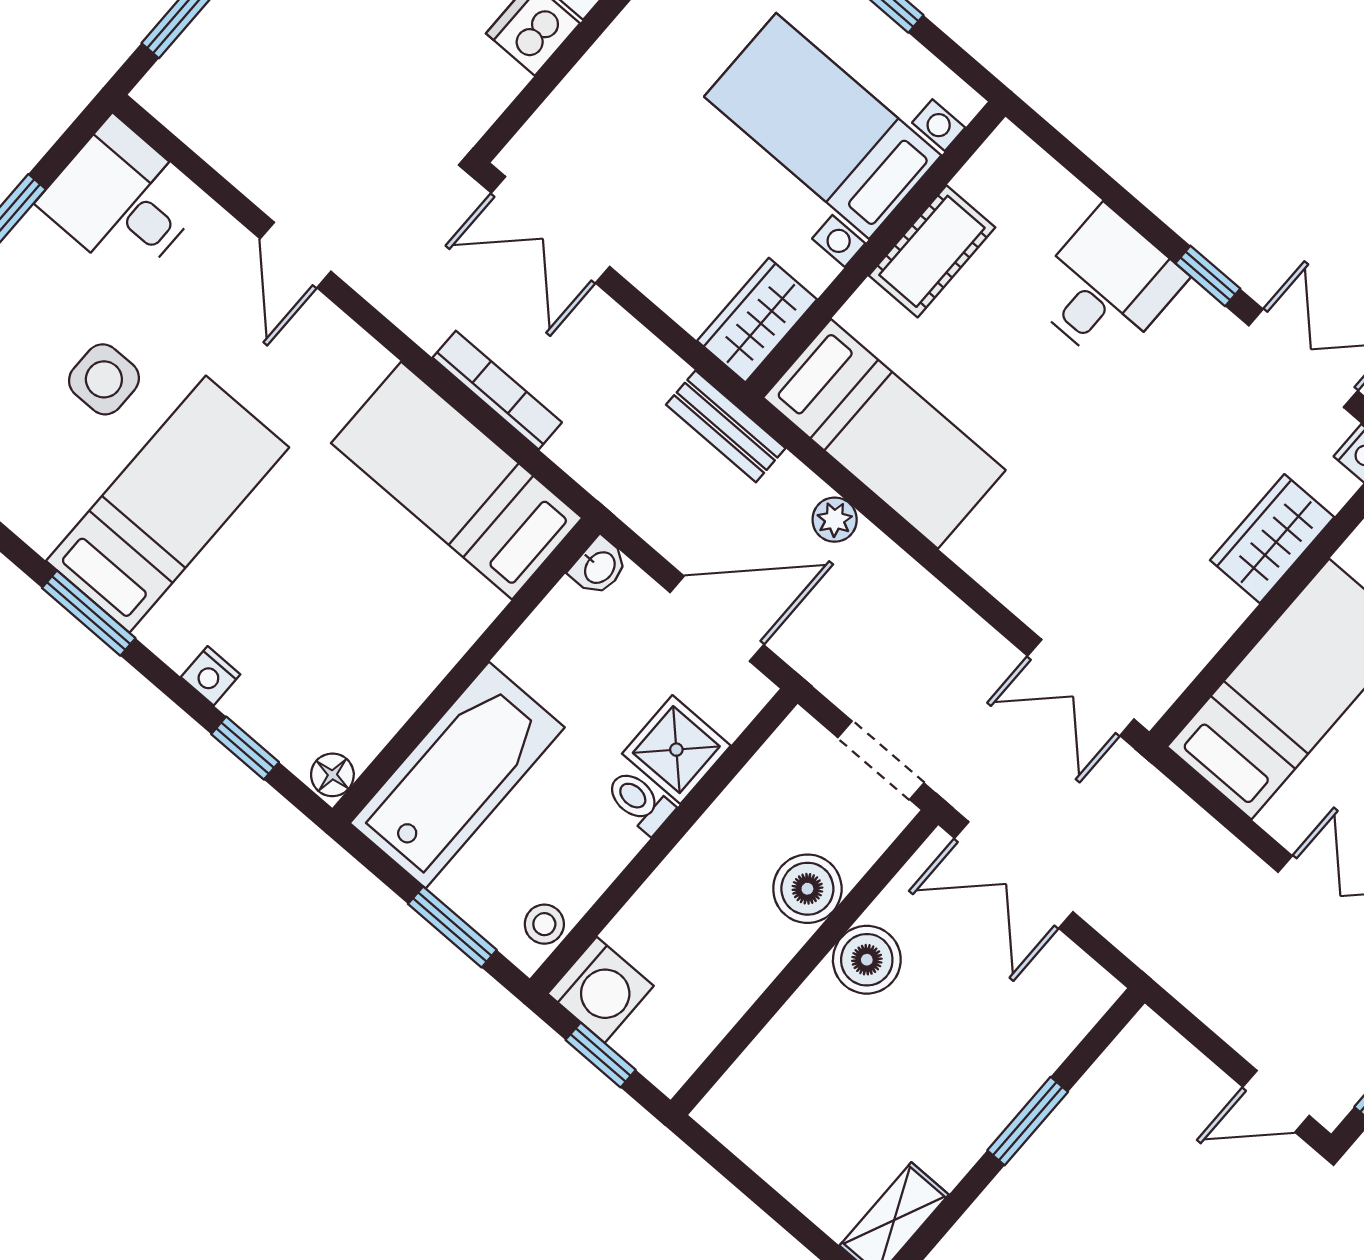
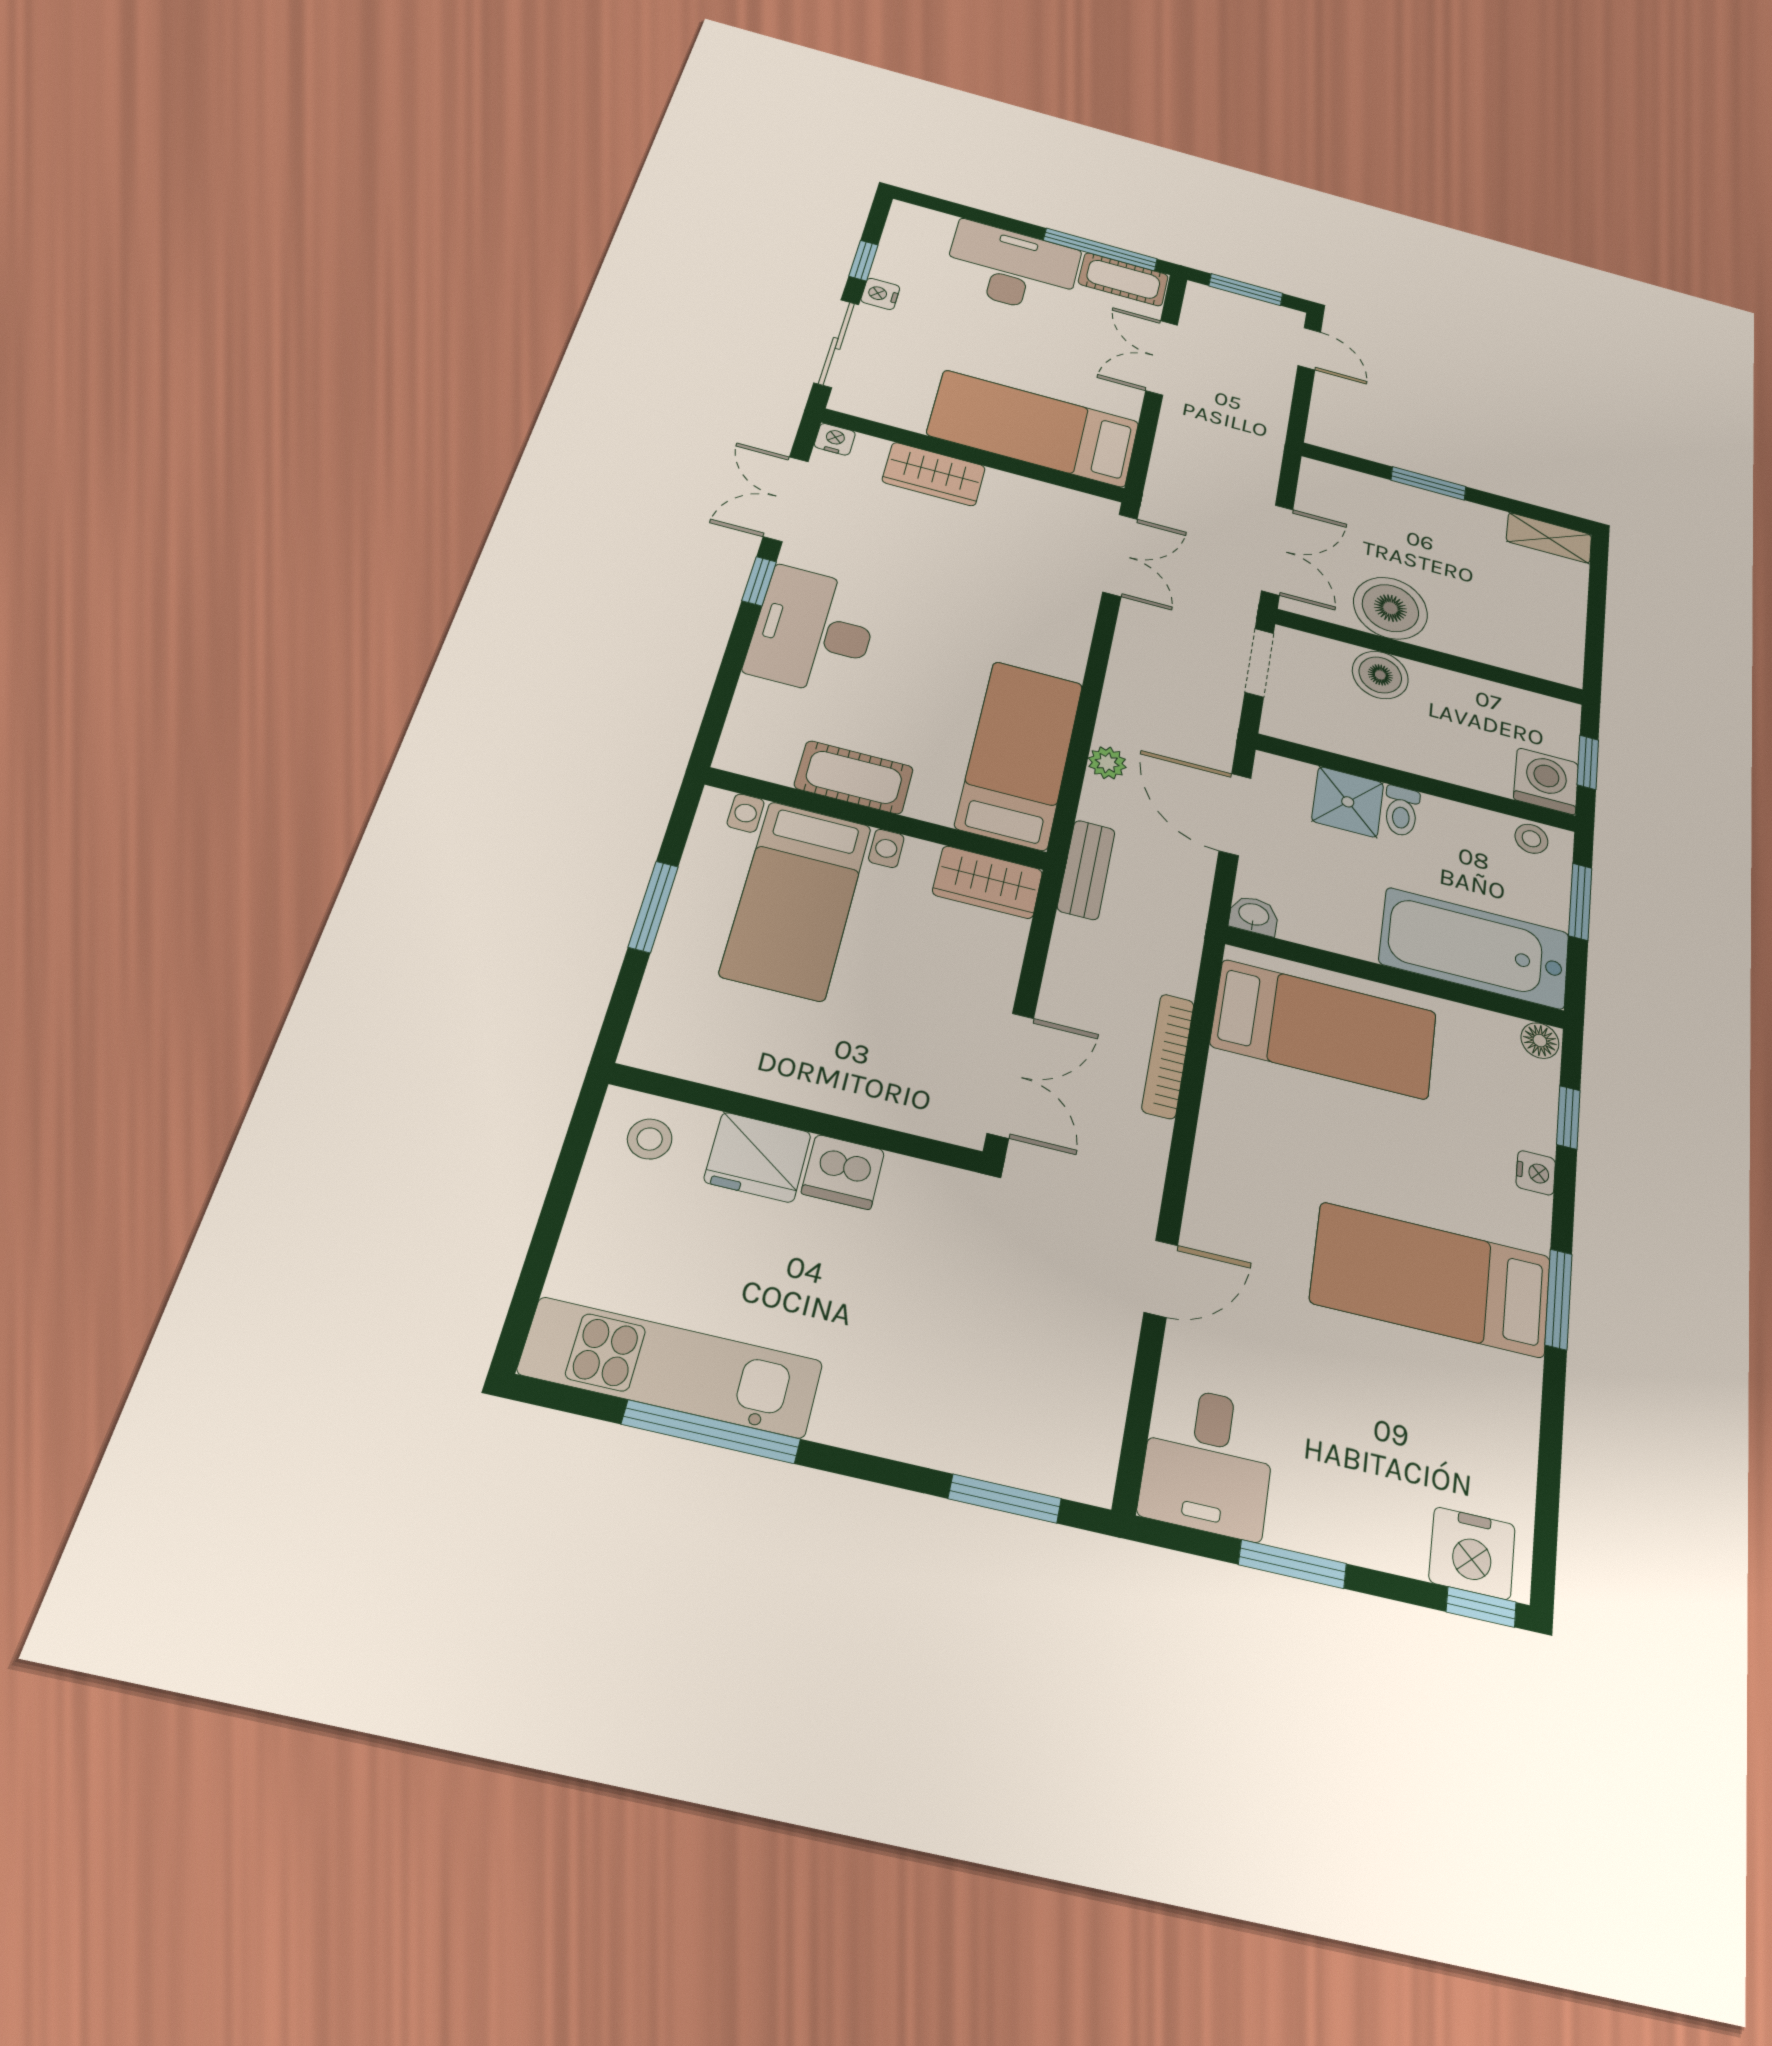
desk: (1106, 286) -> (813, 631), width x1.37
side table: (104, 379) -> (1369, 1391), removed
bed: (457, 481) -> (1324, 1029), moved, turned -90
boiler: (867, 960) -> (1390, 608), width x1.37, depth x1.37

